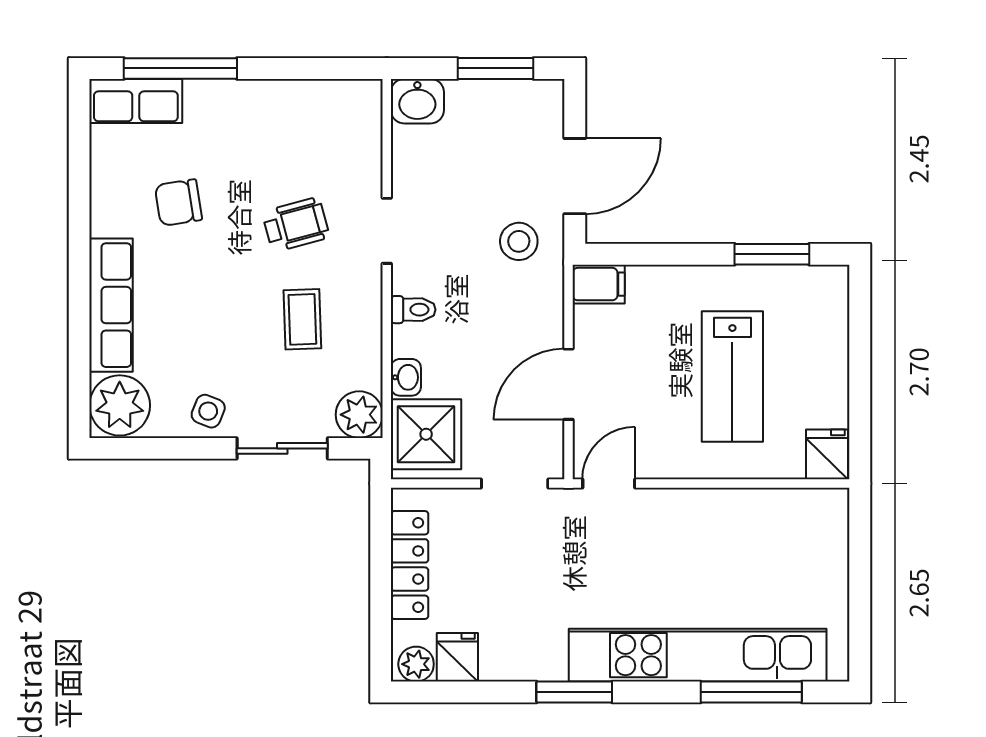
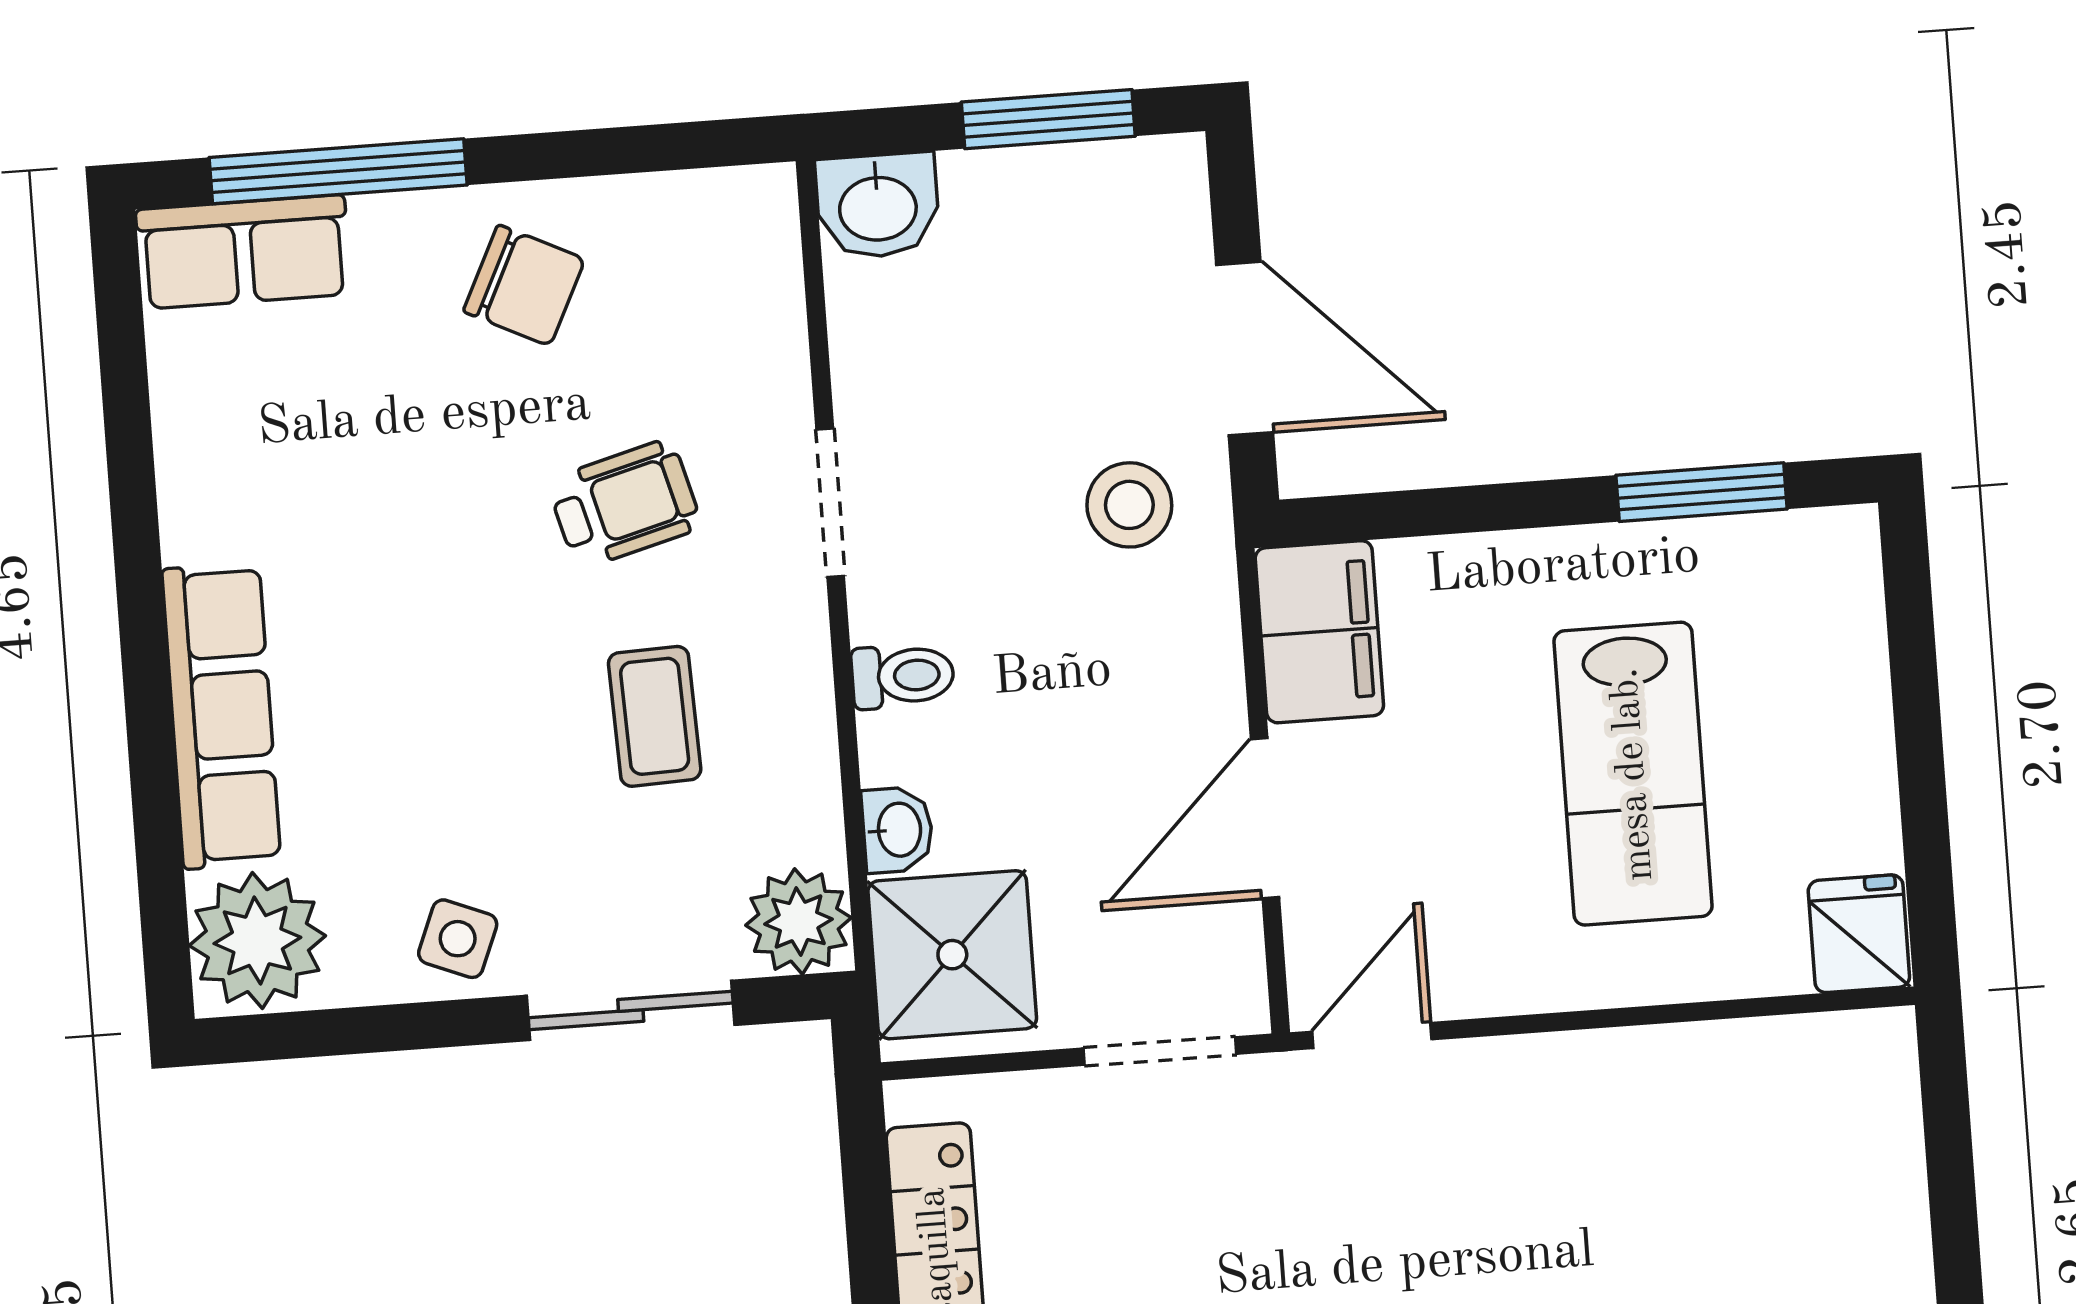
door: (575, 176) -> (1245, 348), hinge flipped
chair: (178, 203) -> (524, 285), moved, turned -145
filing cabinet: (599, 284) -> (1319, 632), width x2.00

